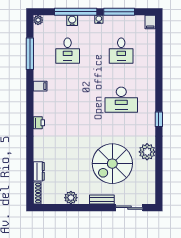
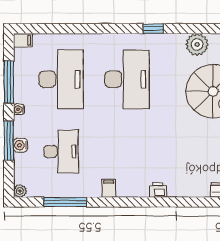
window: (76, 12) -> (9, 141), width x0.68
desk: (68, 51) -> (61, 151), width x1.37
desk: (121, 51) -> (61, 79), width x1.87, depth x1.30
desk: (121, 100) -> (127, 79), width x1.36, depth x1.30

